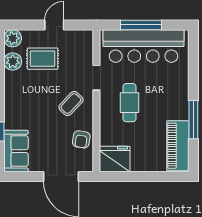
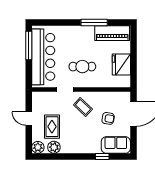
window: (141, 25) -> (29, 46), moved
armchair: (81, 139) -> (108, 118), moved
fridge: (115, 159) -> (121, 65), moved

